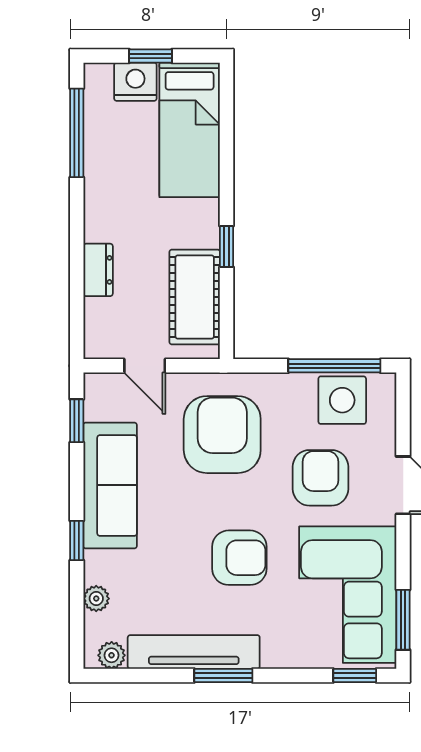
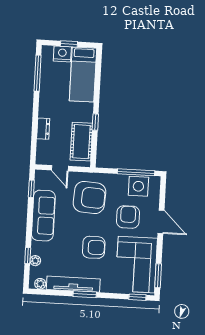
armchair: (222, 435) -> (89, 197), turned 94
window: (77, 541) -> (28, 256), moved

